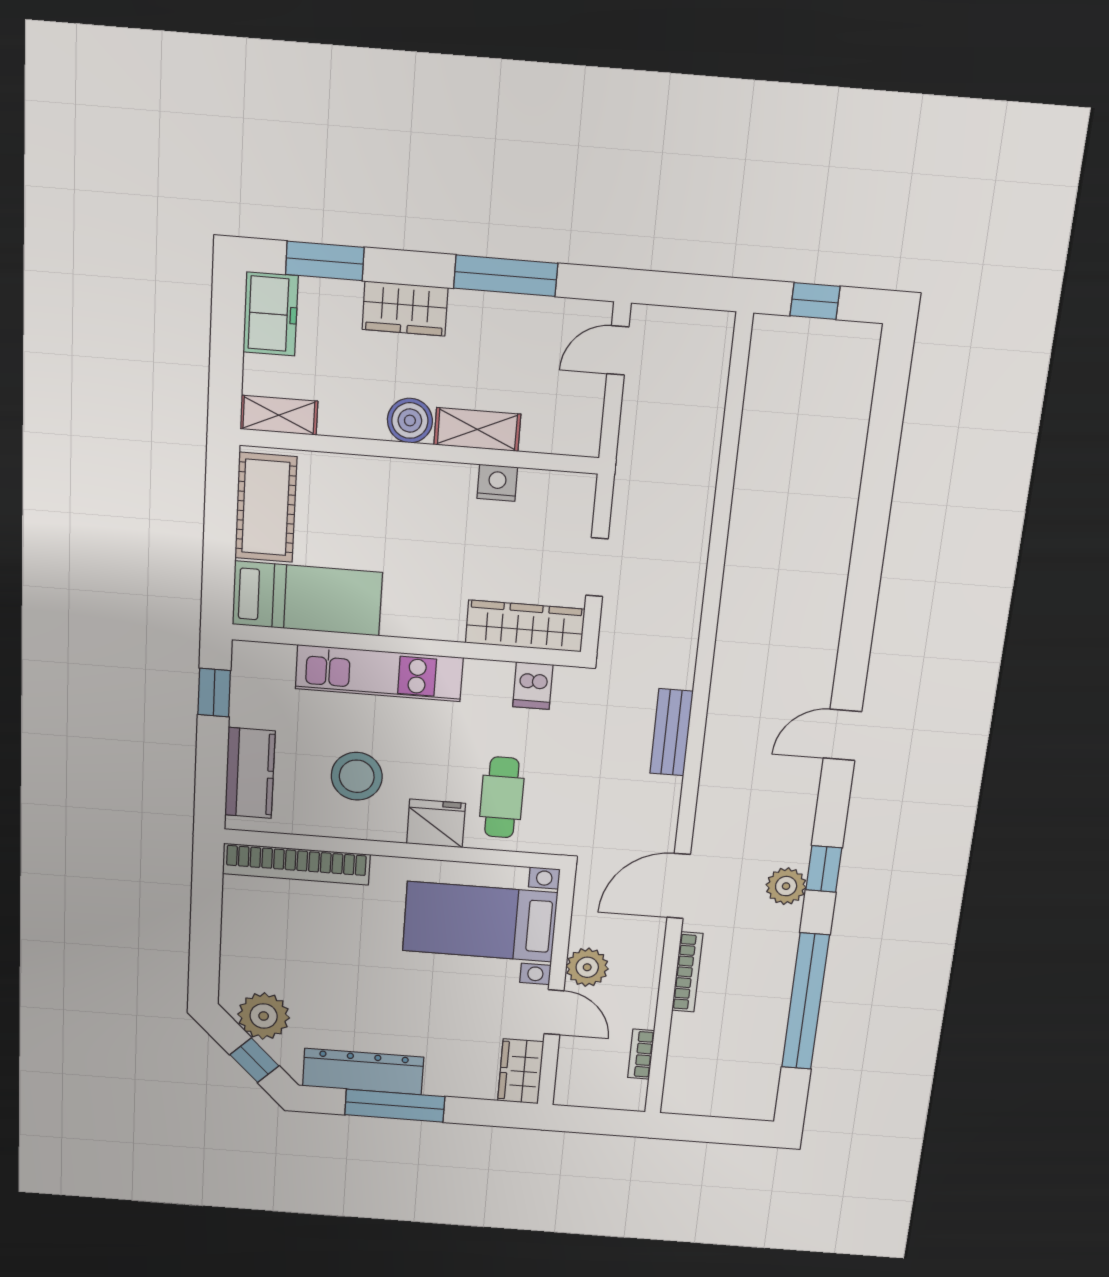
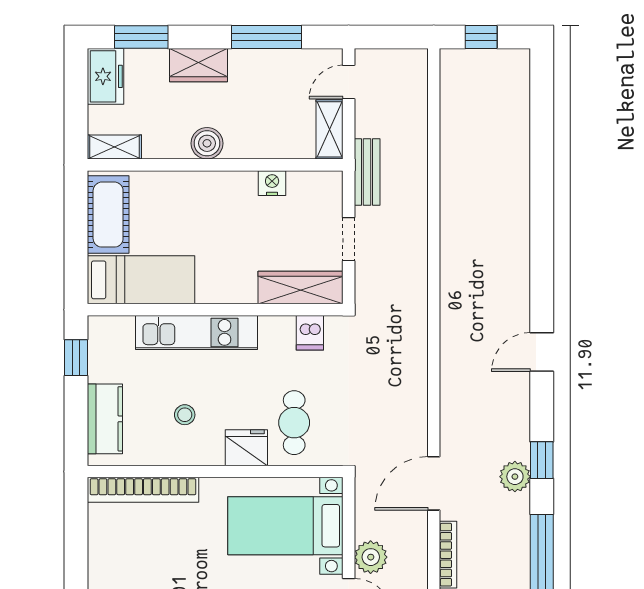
shelving: (477, 429) -> (329, 129), moved, turned 90
bench: (671, 732) -> (367, 172), moved
stool: (357, 776) -> (185, 415), width x0.53, depth x0.53

